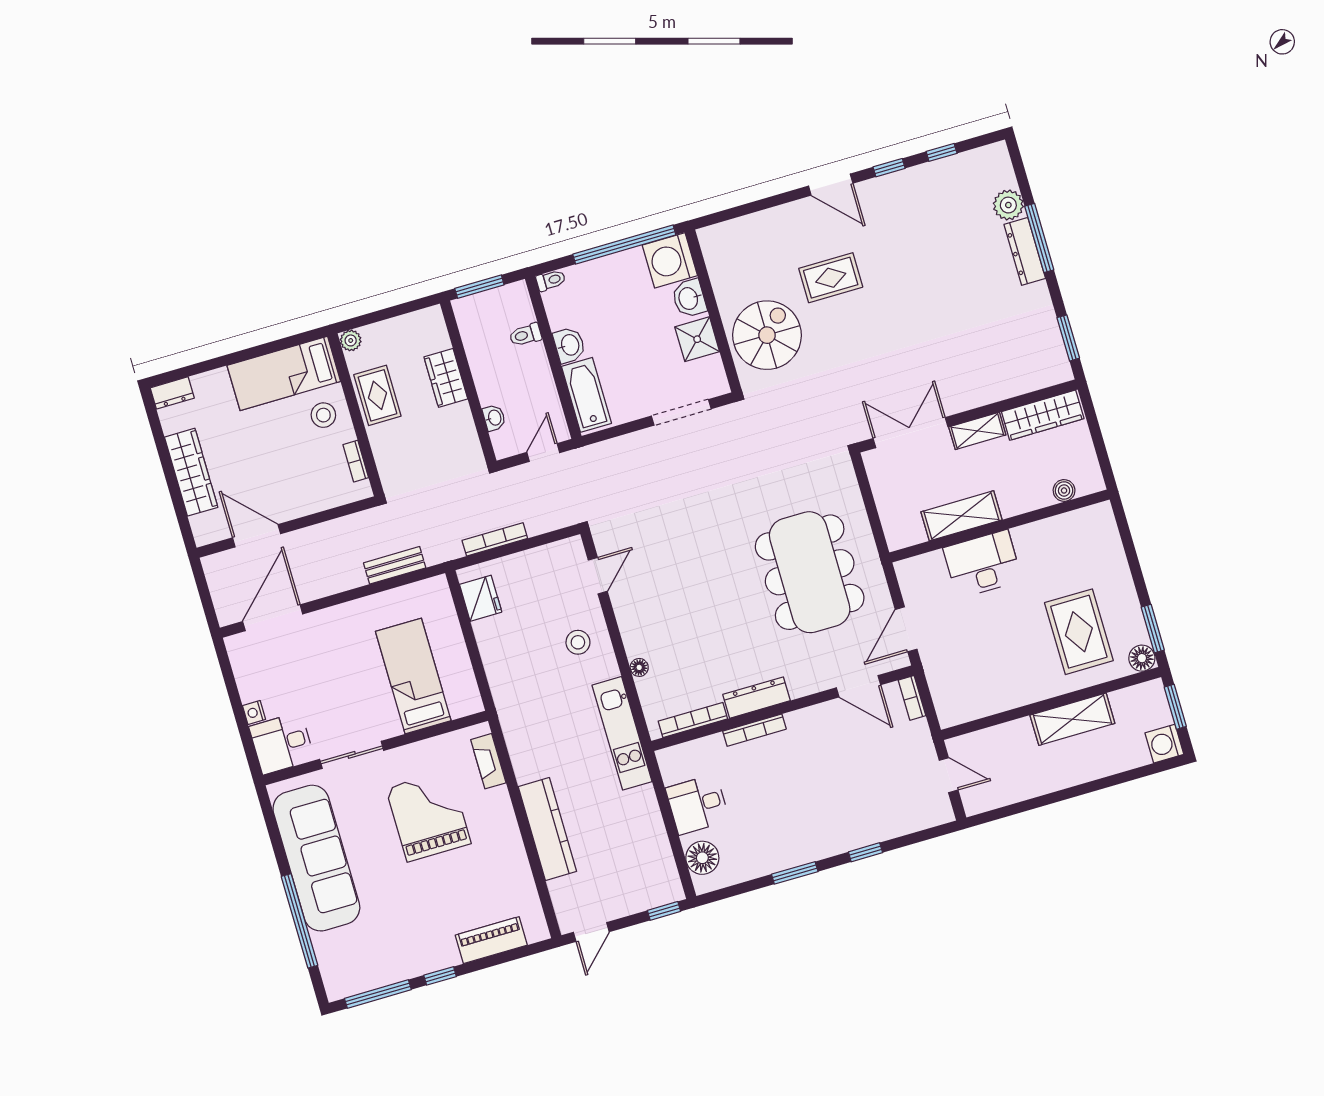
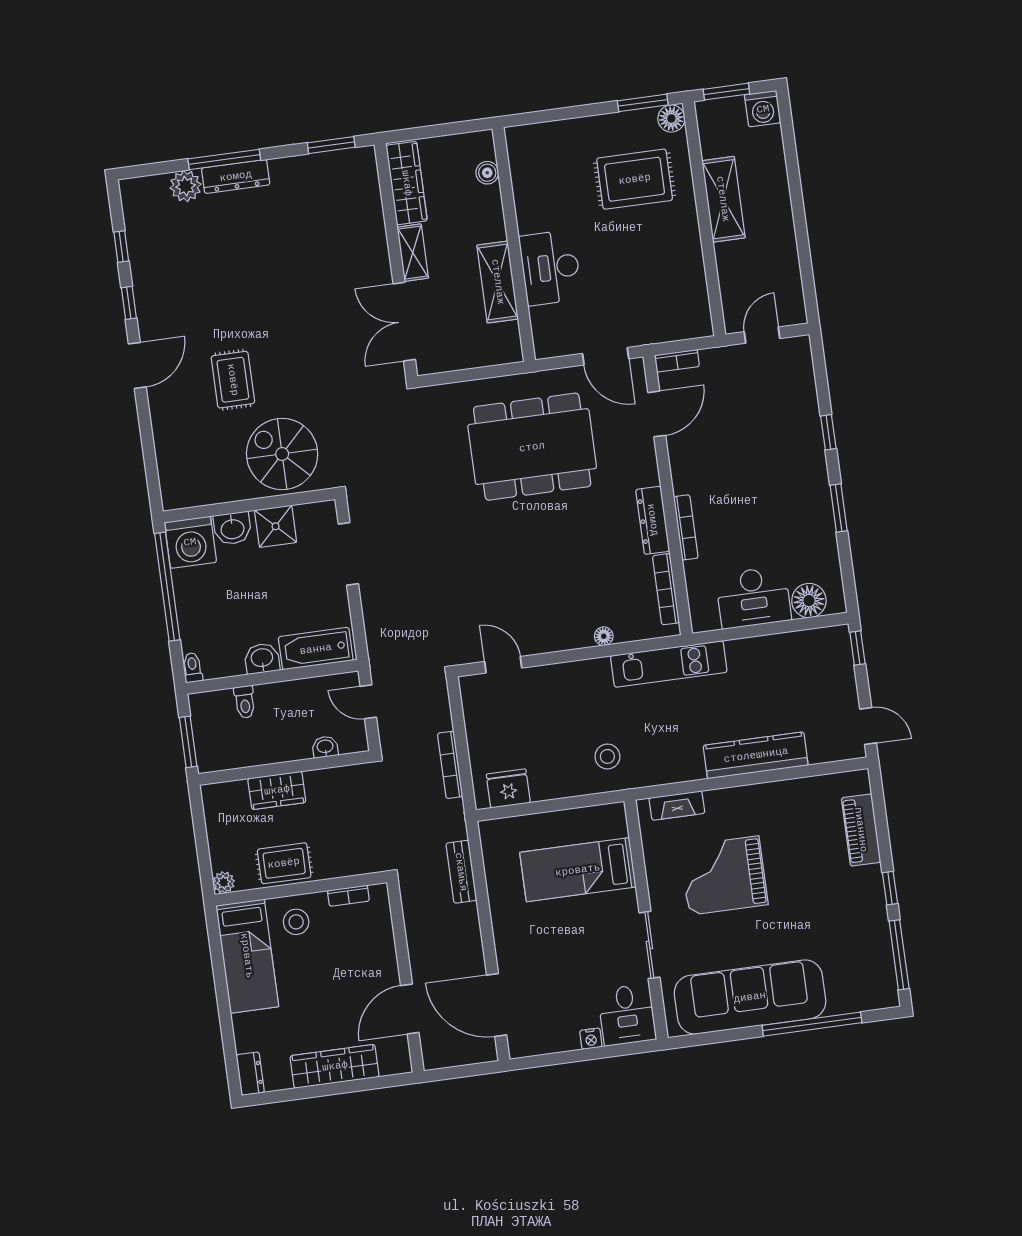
stool: (578, 642) -> (607, 756), moved
desk: (697, 804) -> (753, 597), width x1.37

